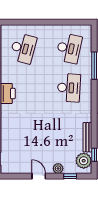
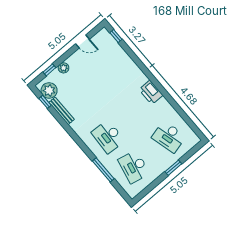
window: (40, 22) -> (173, 168), added
desk: (23, 48) -> (169, 137), turned -30
door: (39, 176) -> (83, 41), moved

